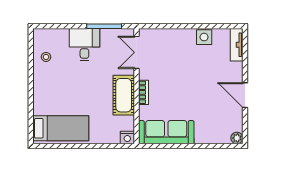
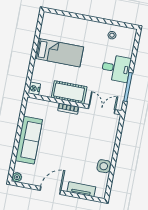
tv unit: (237, 45) -> (81, 189), moved
bed: (61, 128) -> (59, 53), moved, turned -90
sofa: (166, 132) -> (29, 140), moved

